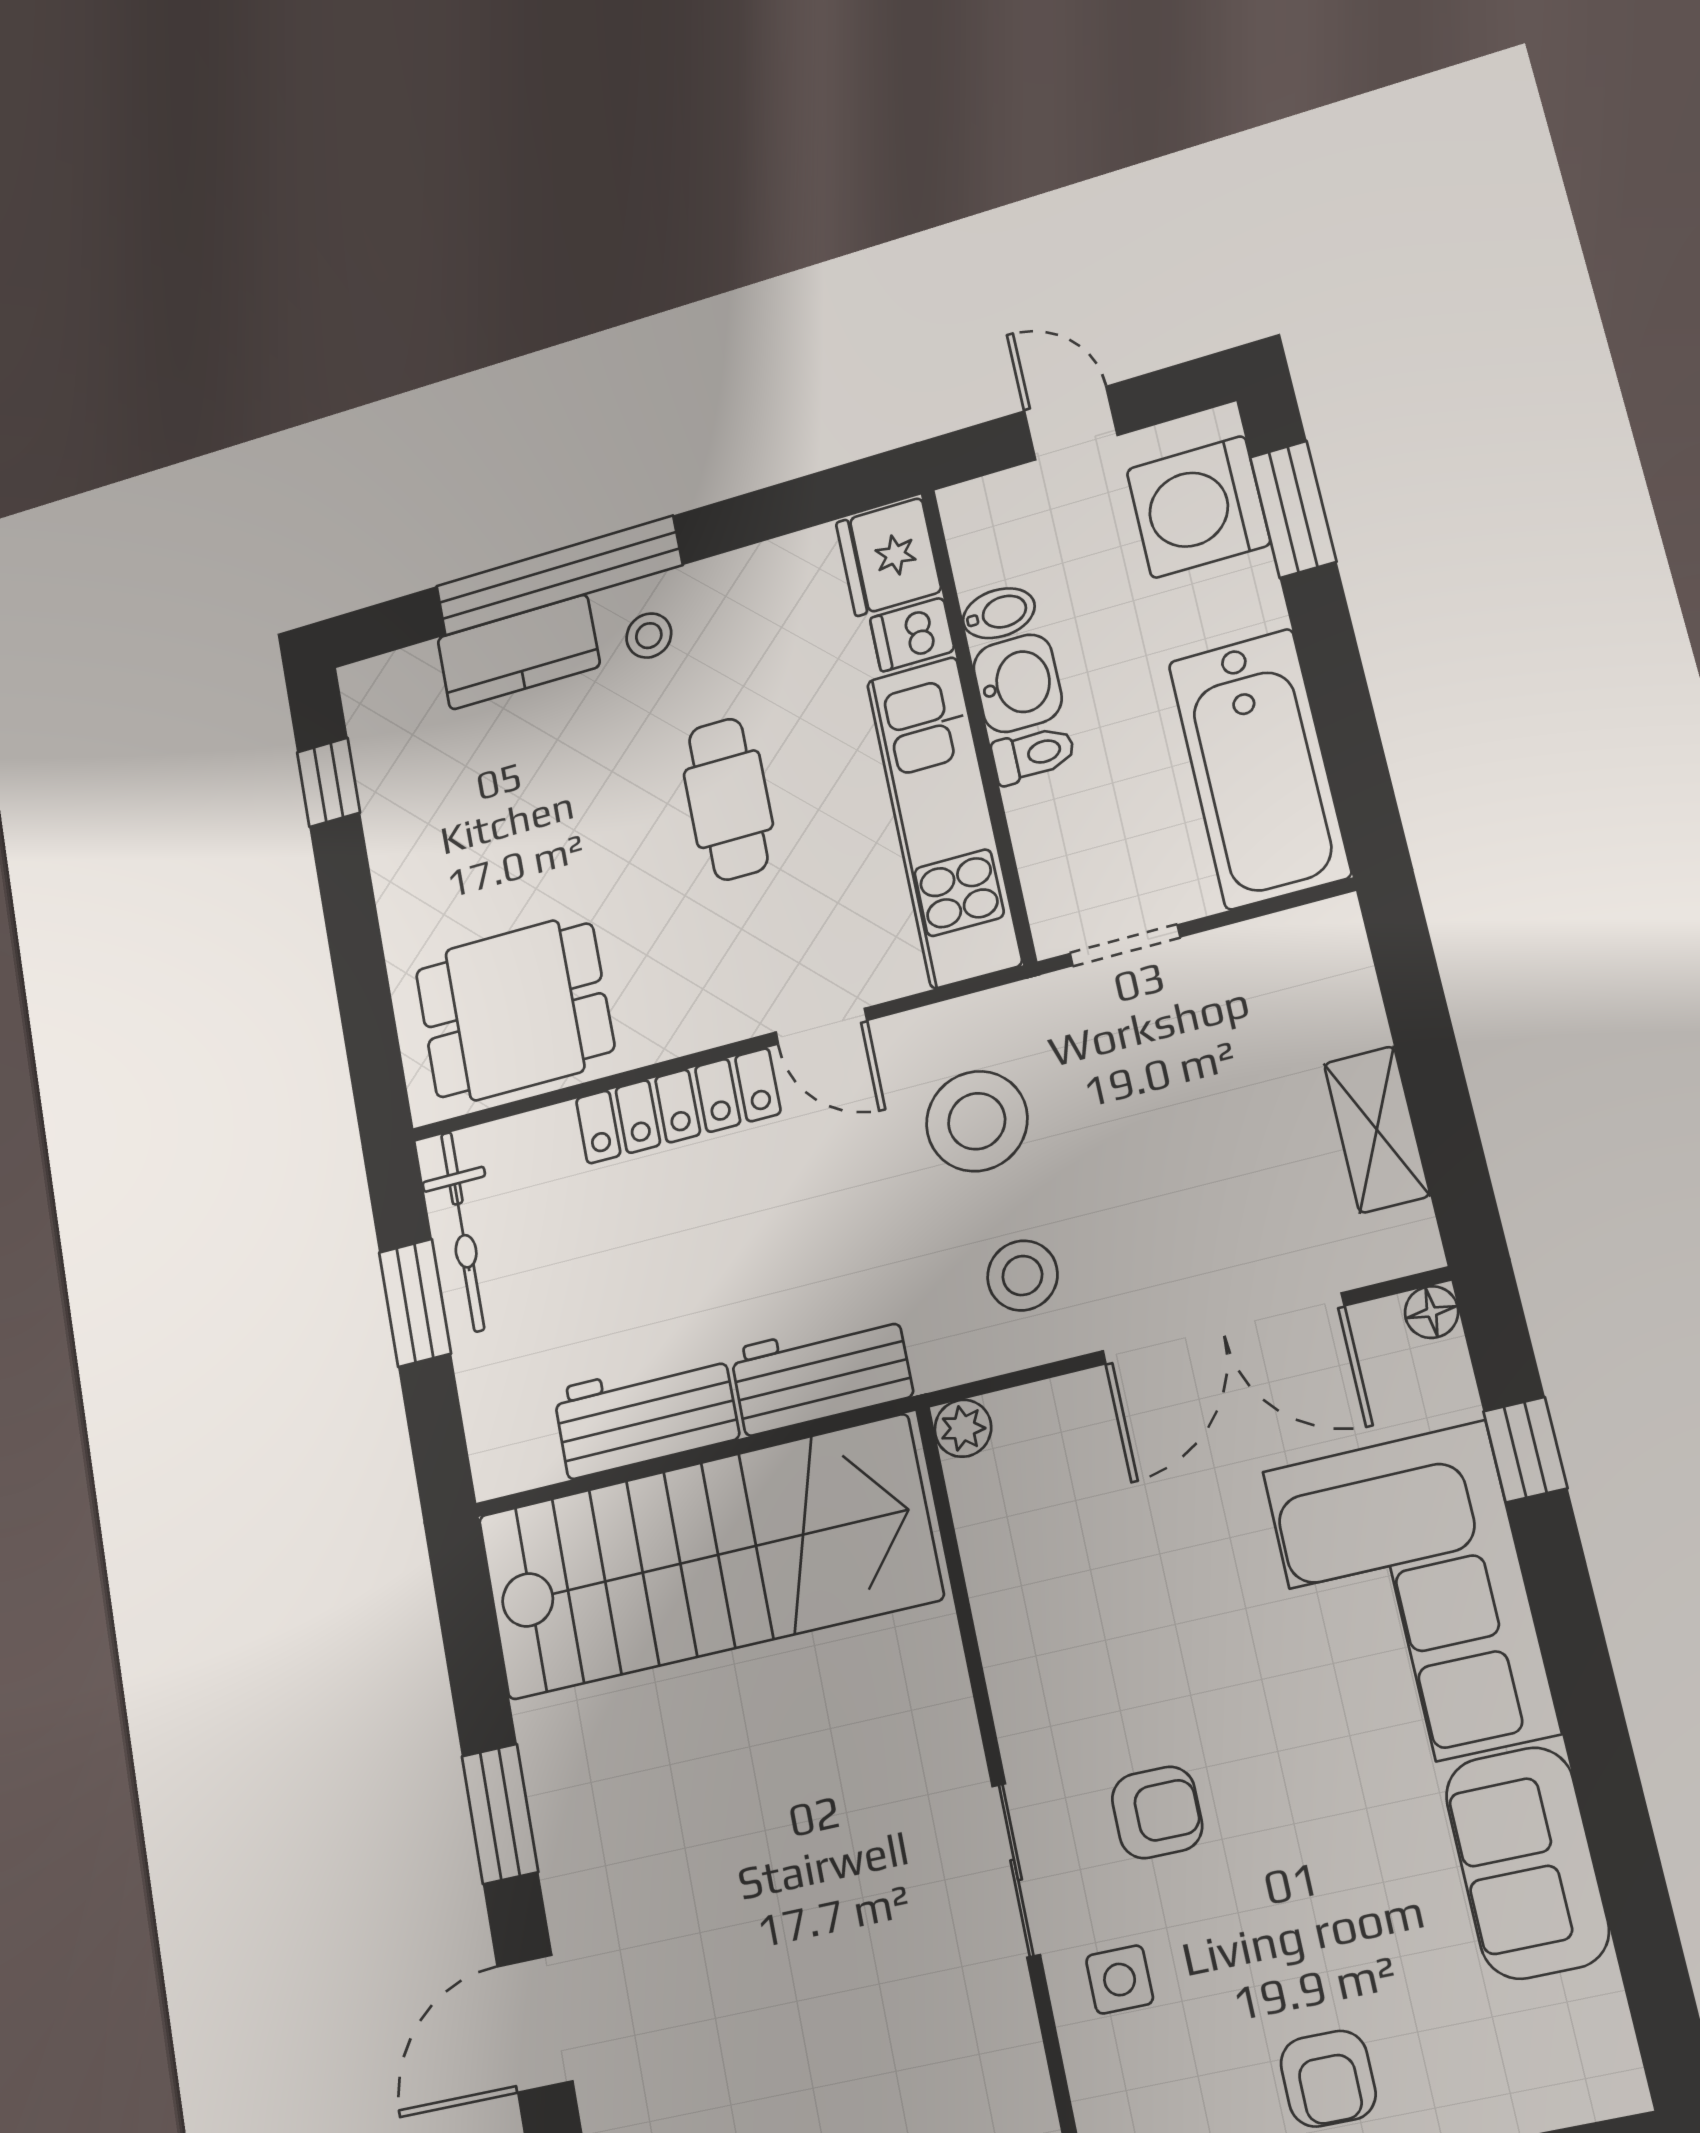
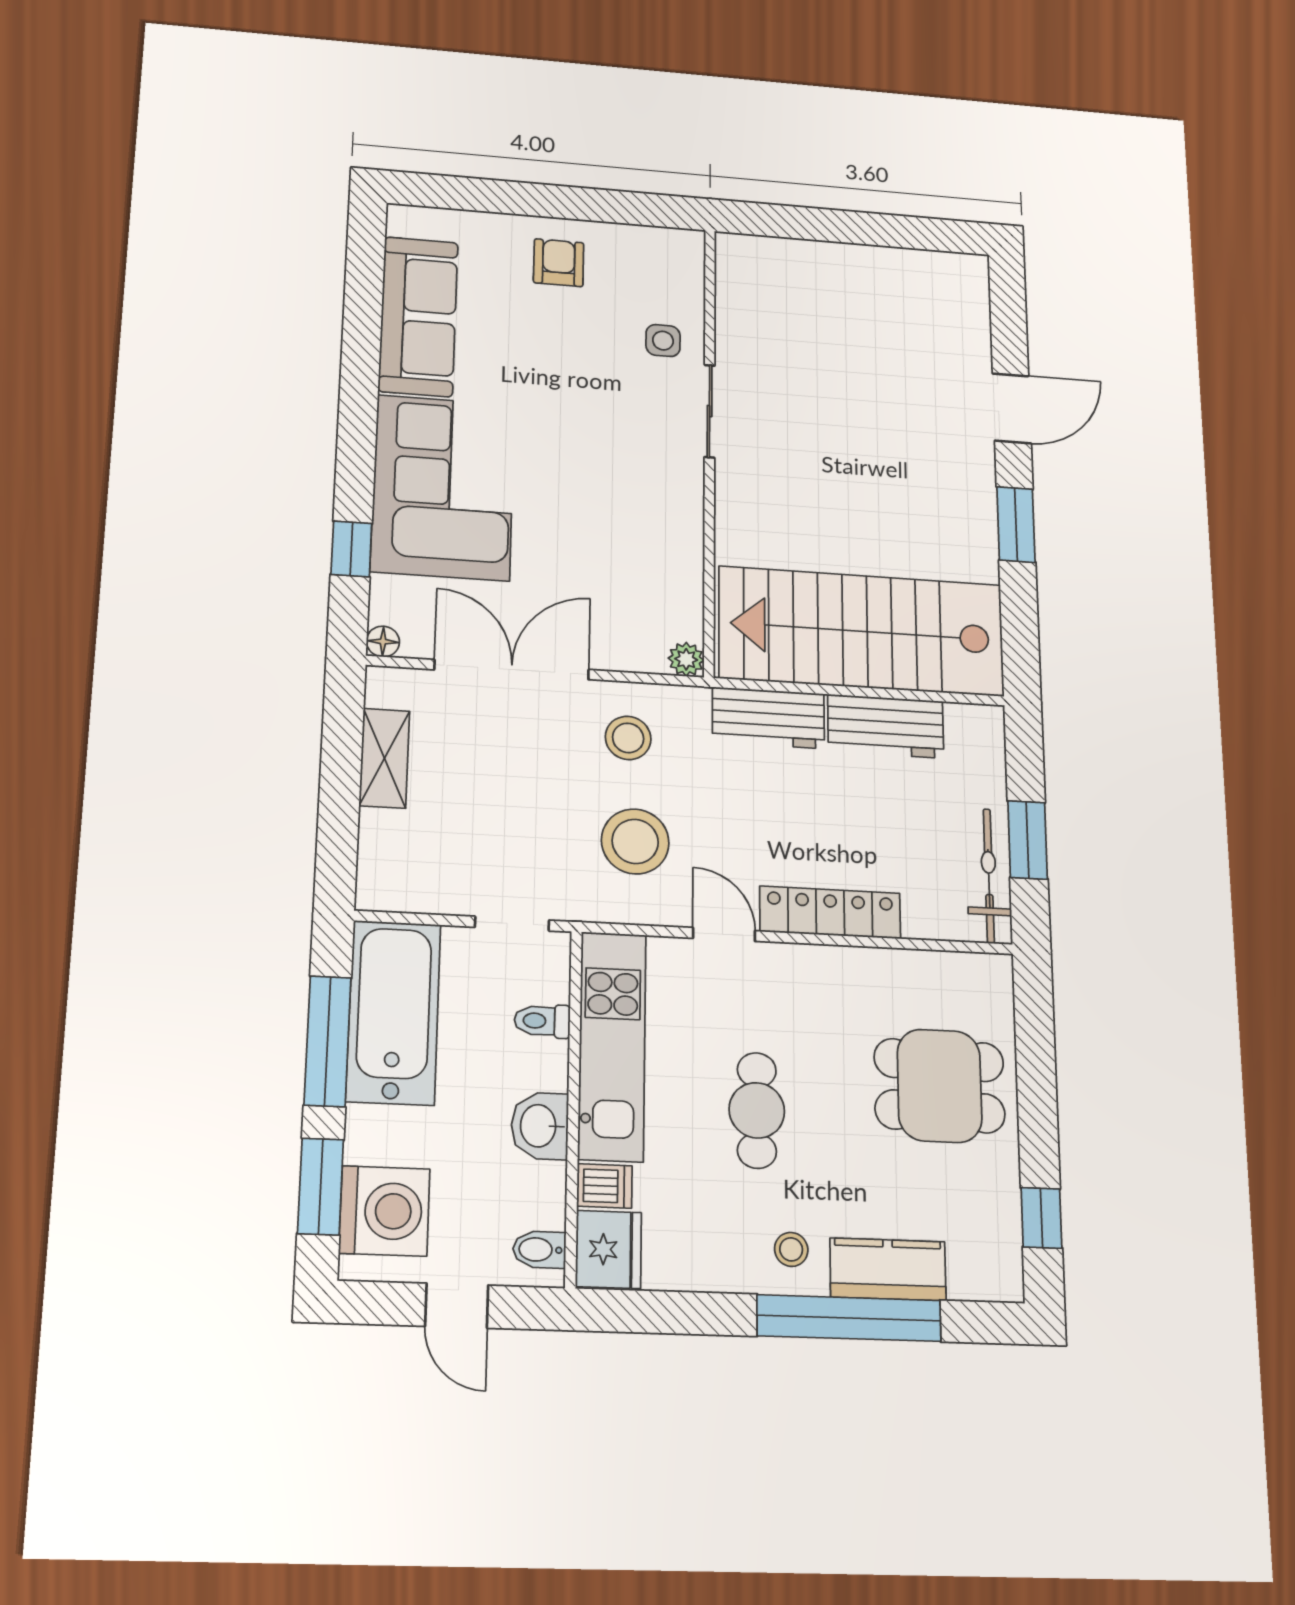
bidet: (999, 613) -> (539, 1250), moved
window: (1340, 700) -> (328, 1041), added
toilet: (1033, 755) -> (542, 1021), moved
dining table: (515, 1010) -> (939, 1086), moved
armchair: (1157, 1812) -> (620, 418), removed
sofa: (1527, 1863) -> (418, 316), width x1.36

